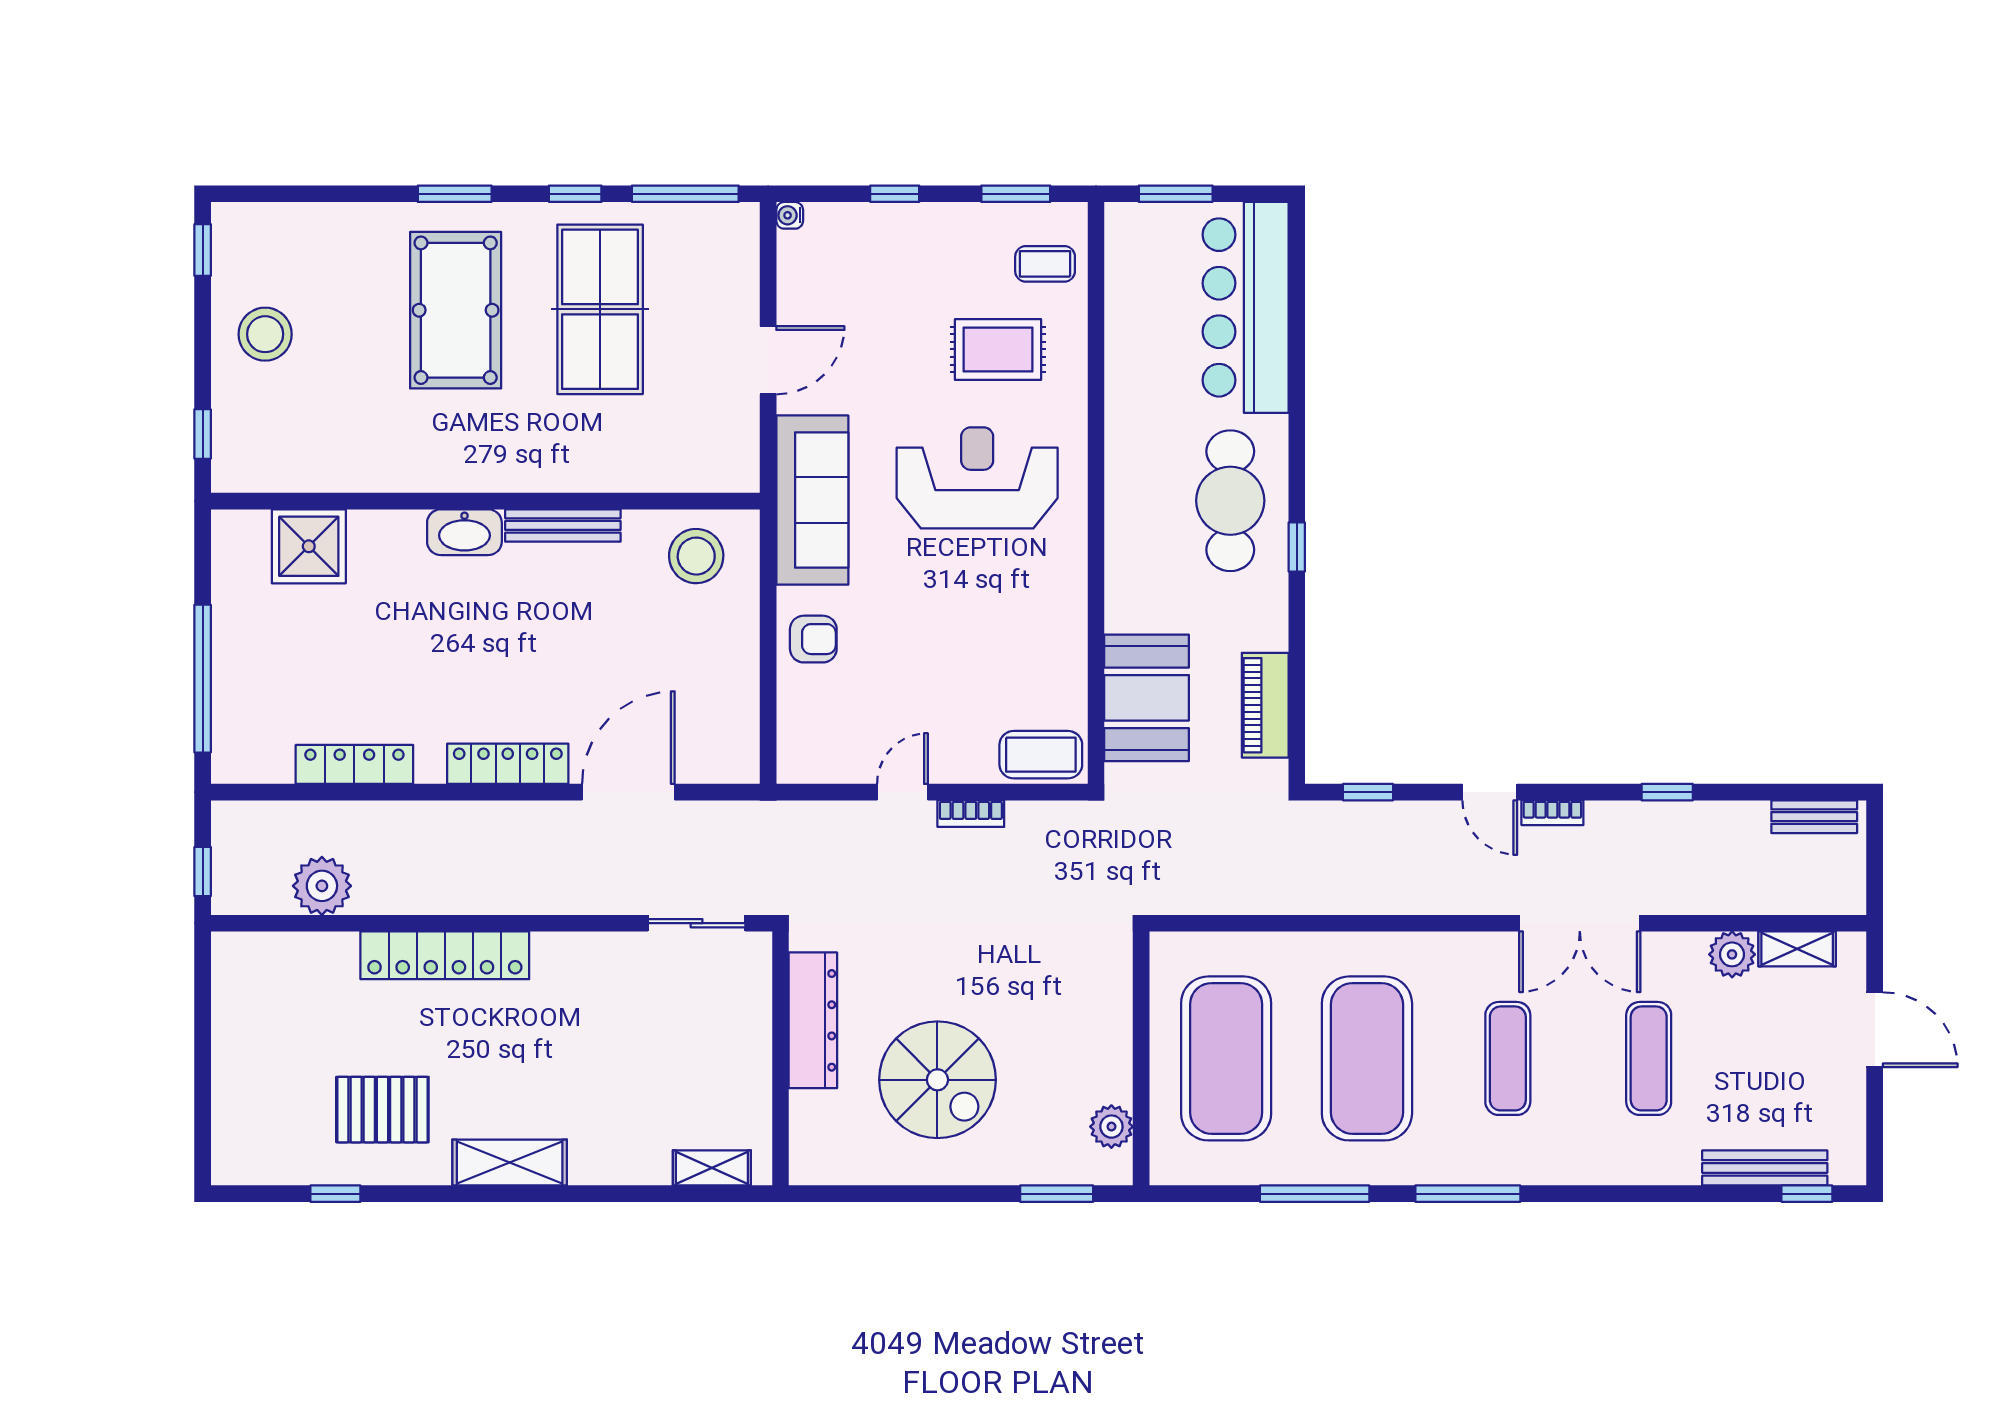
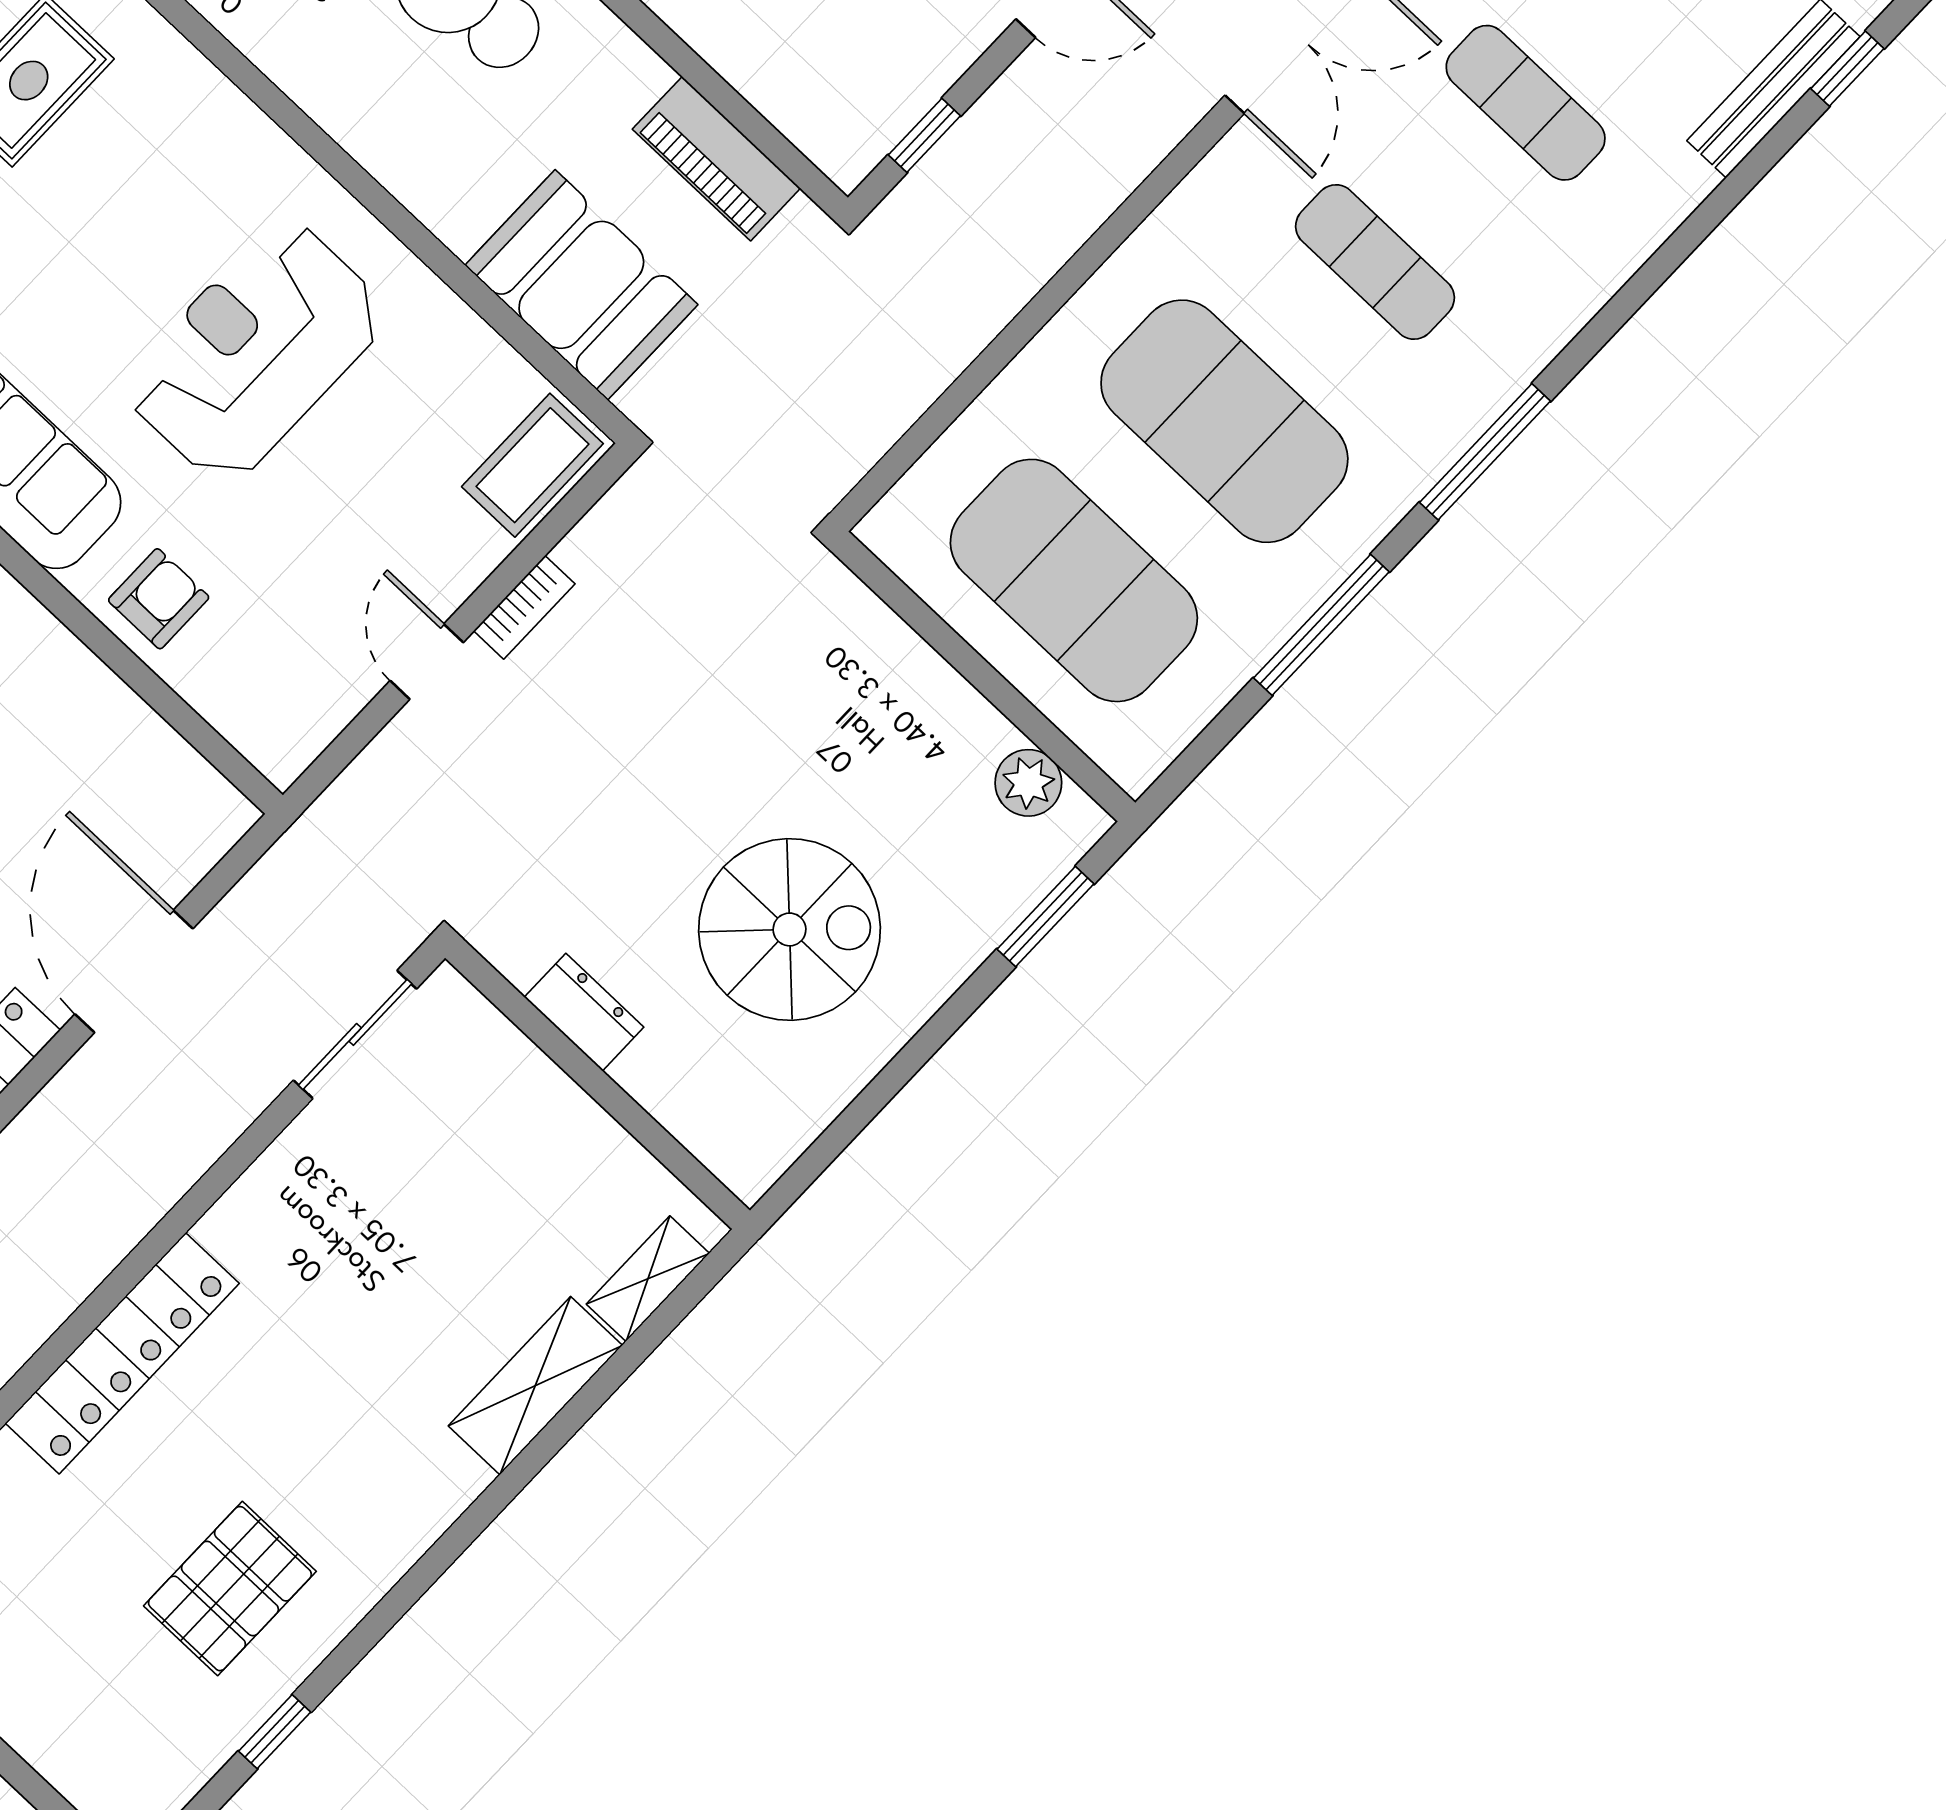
reception desk: (977, 478) -> (255, 351), moved
dresser: (813, 1020) -> (584, 1012), width x0.51, depth x0.80
shelving: (510, 1163) -> (535, 1386), moved

